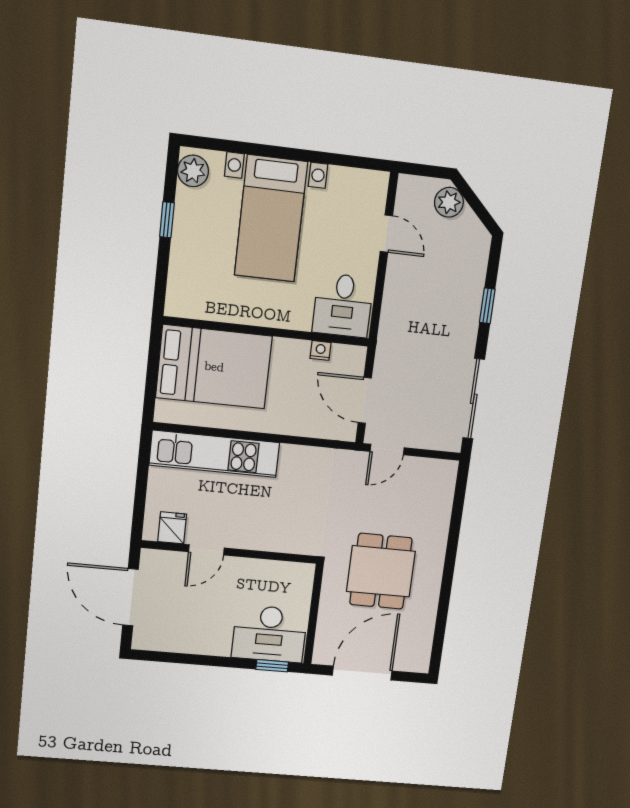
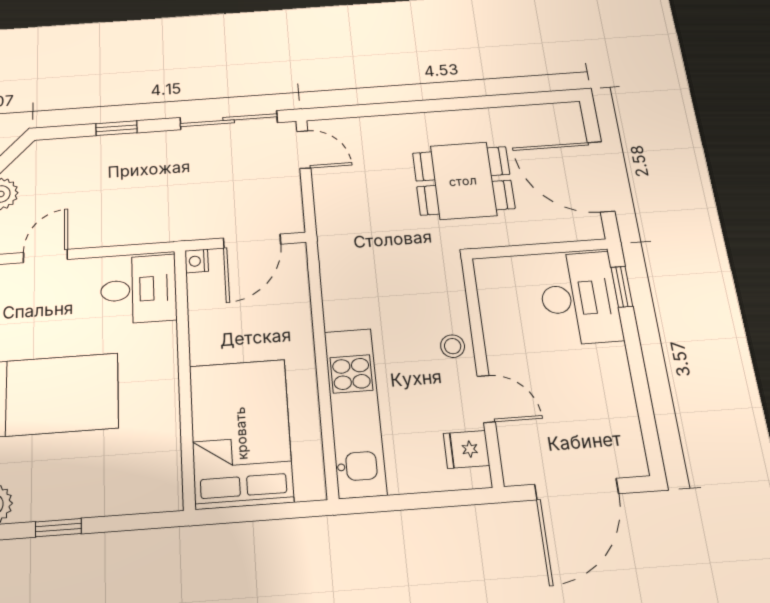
nightstand: (320, 350) -> (197, 261), moved
door: (387, 450) -> (304, 150), moved
stool: (251, 535) -> (453, 346), added

